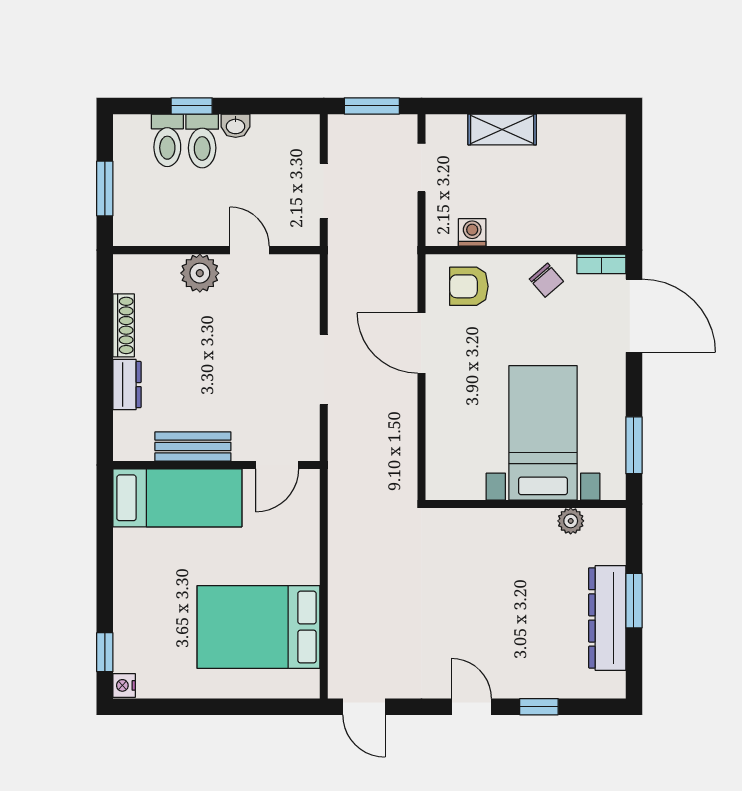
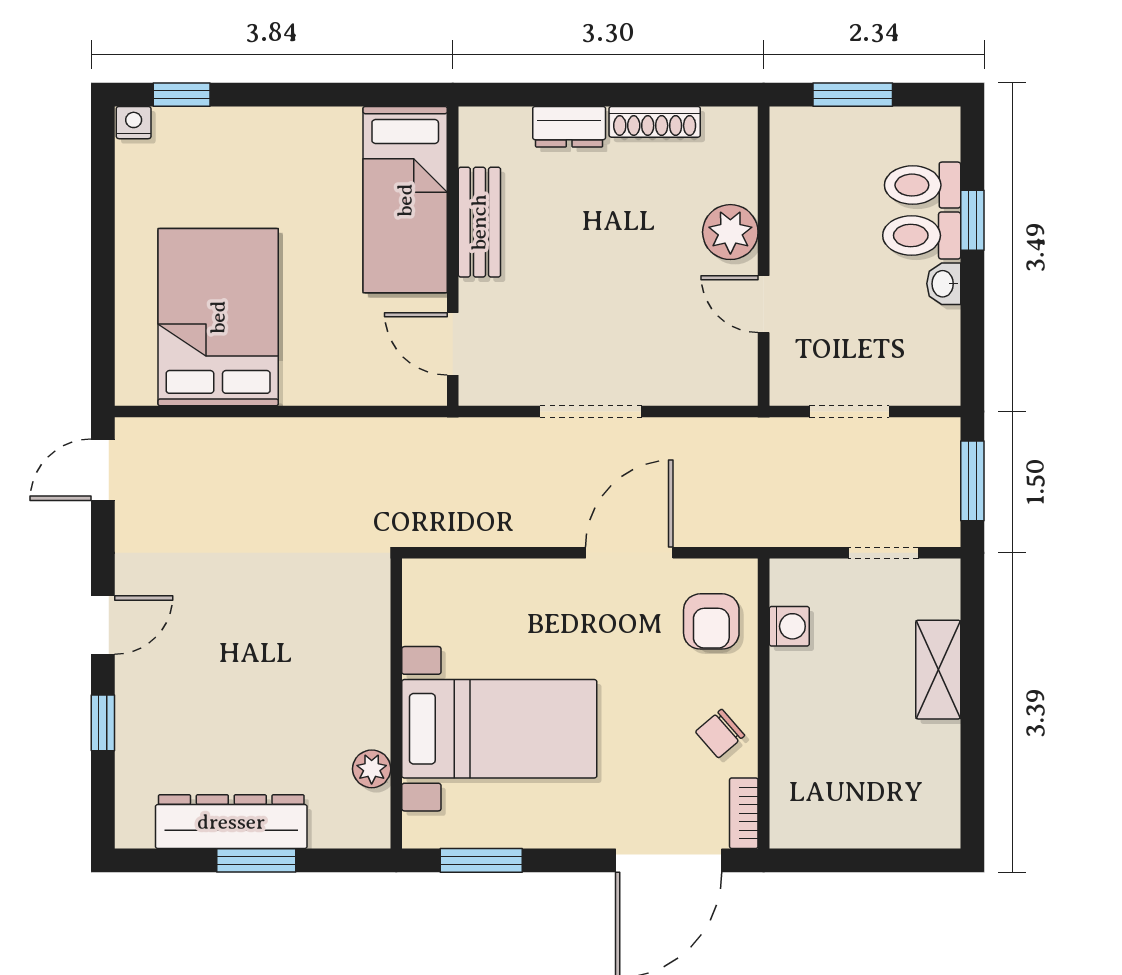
door: (250, 250) -> (764, 304), swing flipped
armchair: (469, 286) -> (711, 621), turned 180

